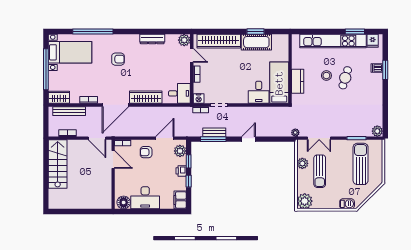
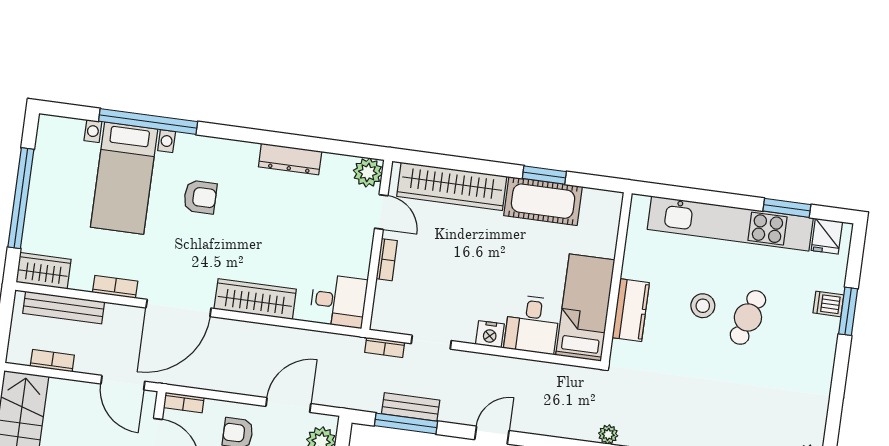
bed with nightstands: (70, 52) -> (124, 178), moved, turned 90
nightstand: (199, 99) -> (490, 334), moved

